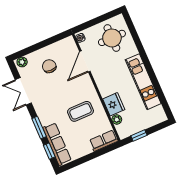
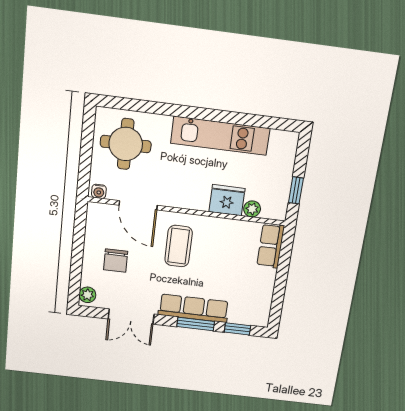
chair: (49, 66) -> (116, 261), turned -90
coffee table: (80, 111) -> (179, 246), moved
row of seats: (57, 144) -> (194, 308), moved

